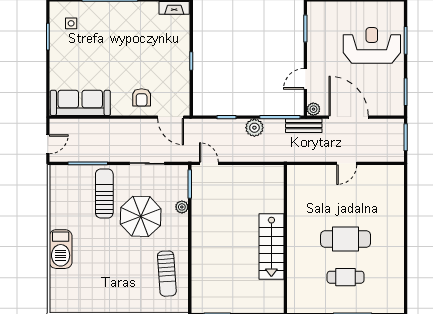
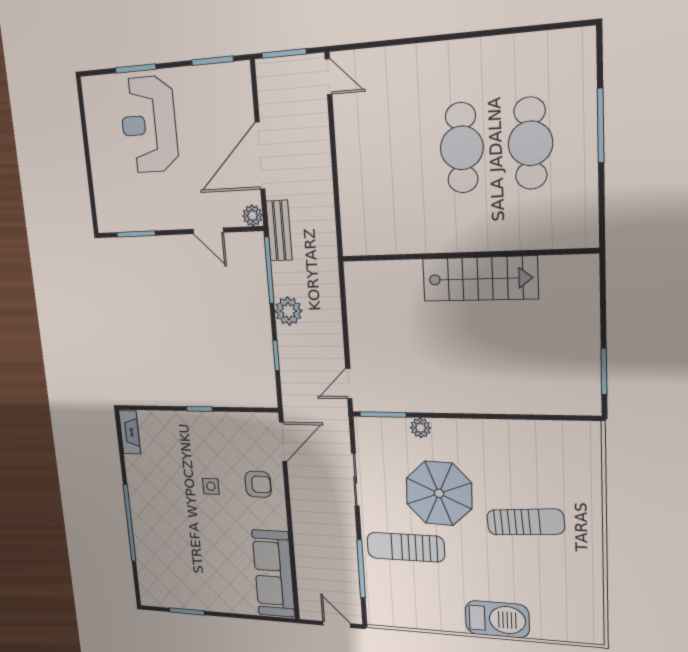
side table: (71, 23) -> (211, 486), moved
door: (347, 163) -> (329, 77), moved
sun lounger: (167, 274) -> (526, 522), moved
cafe table: (346, 277) -> (530, 143), width x1.37, depth x1.35

